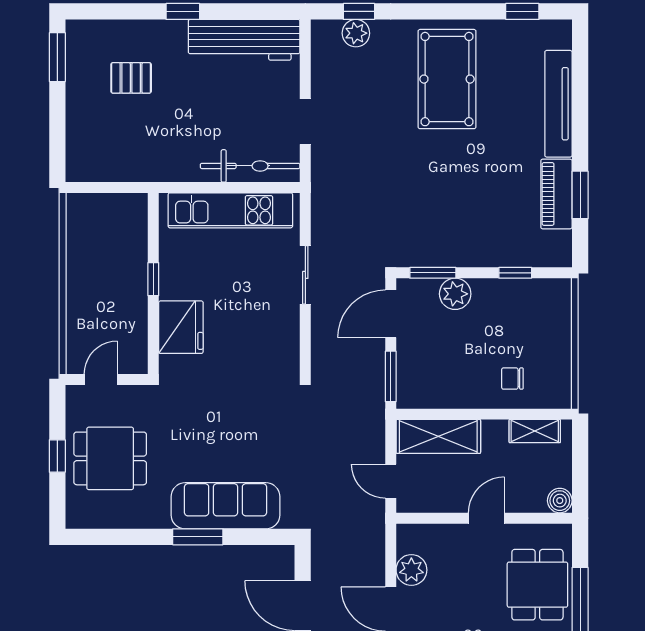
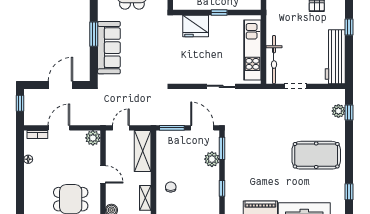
plant: (411, 570) -> (93, 138), moved

